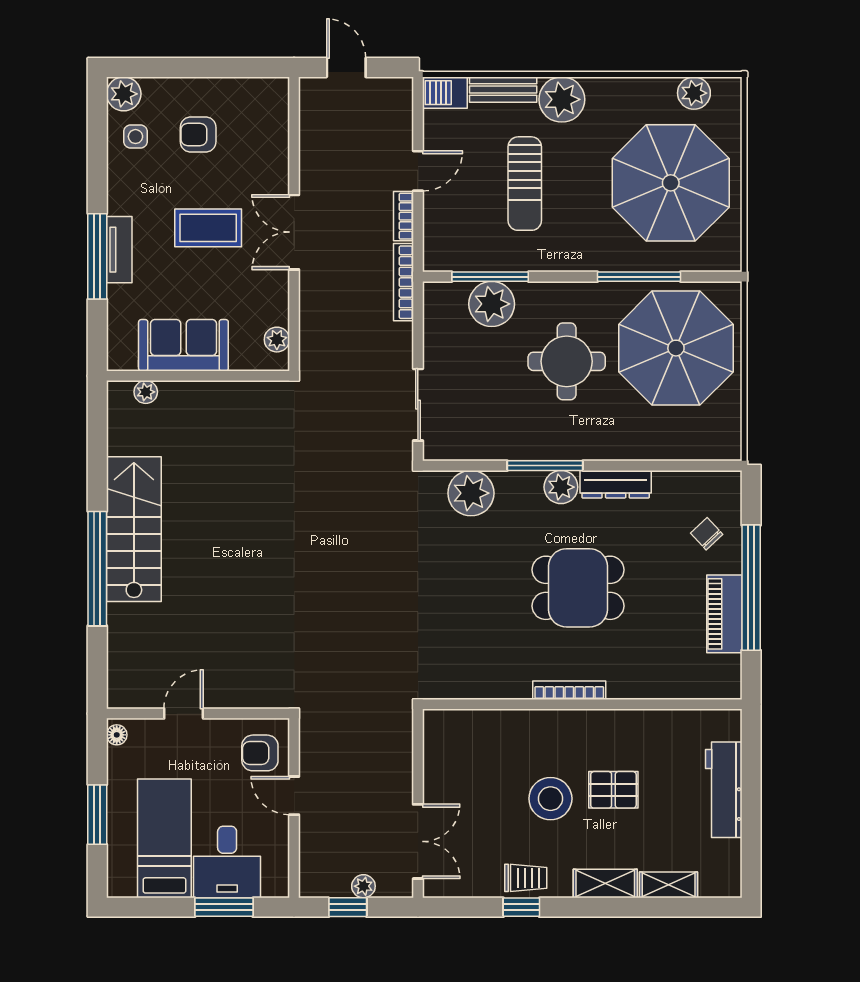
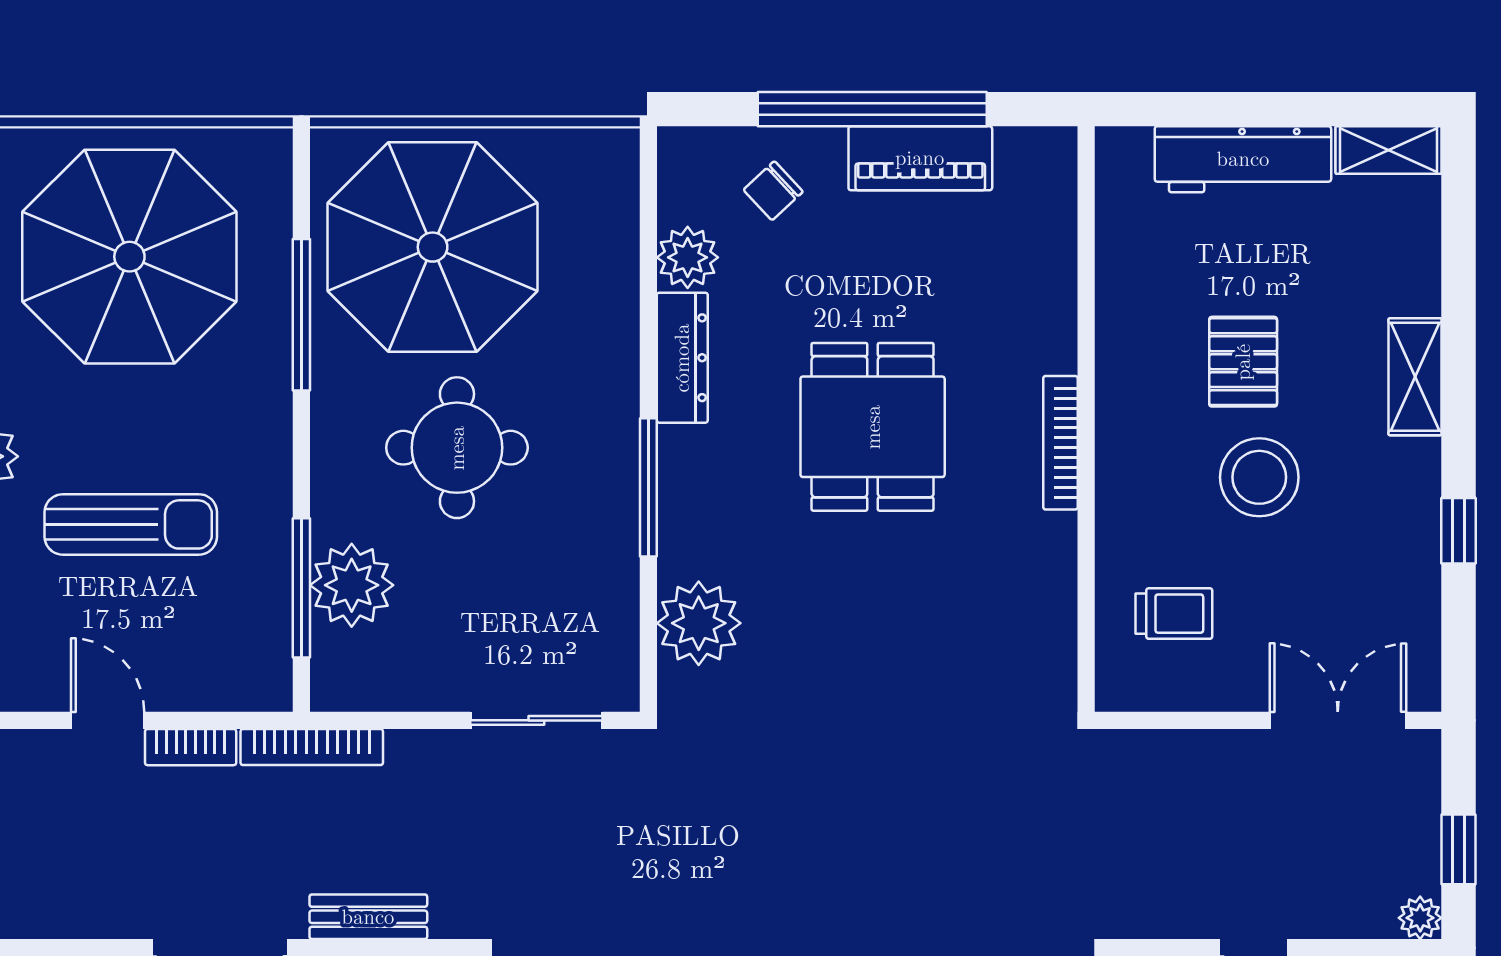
bench: (311, 313) -> (368, 917), added
plant: (561, 487) -> (688, 257), moved
trolley: (526, 878) -> (1174, 614), moved, turned 90
shelving: (669, 885) -> (1388, 150), moved, turned 90
plant: (363, 886) -> (1420, 918), moved

